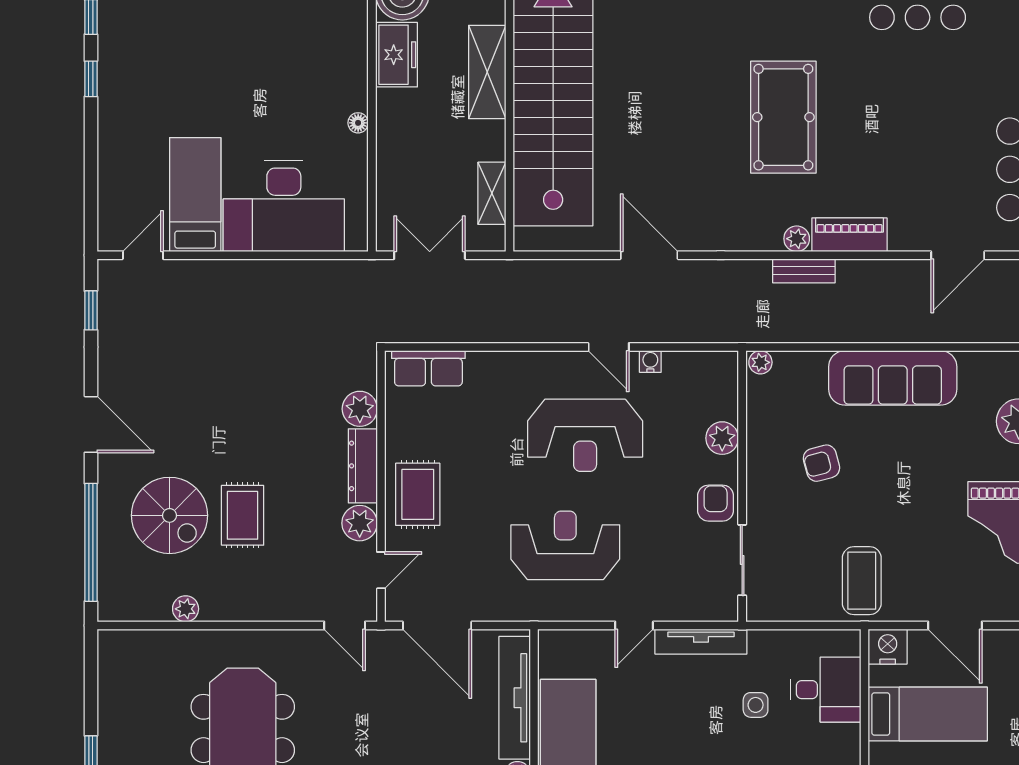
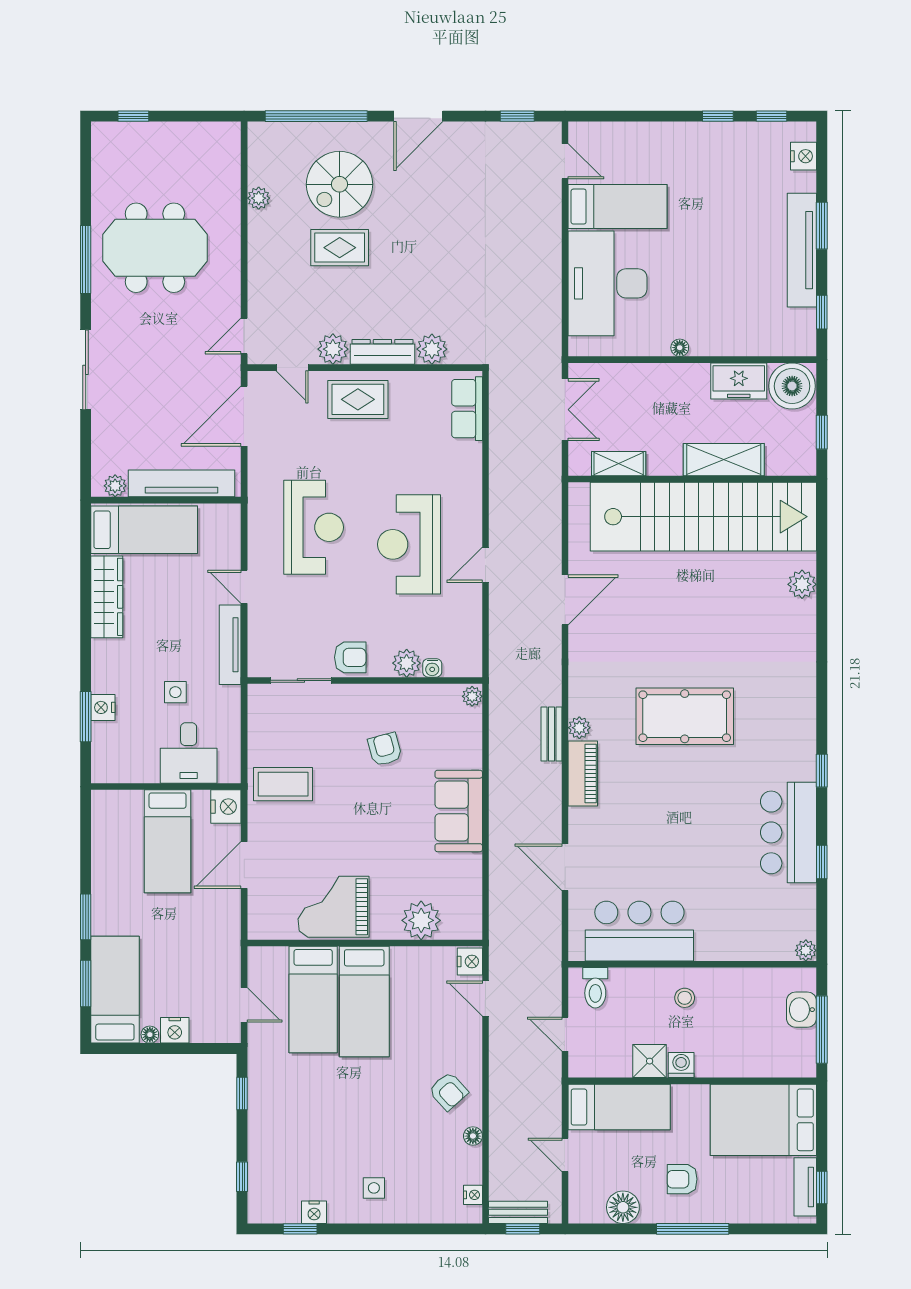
water cooler: (650, 362) -> (432, 668), moved, turned 90
sofa: (893, 378) -> (459, 811), width x0.73

